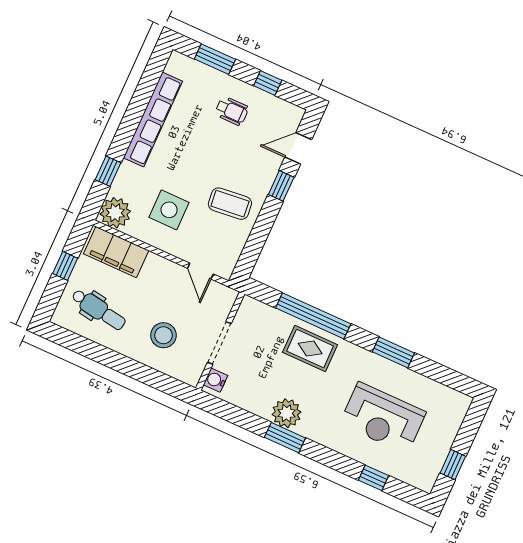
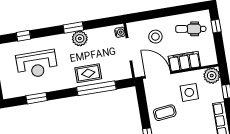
filing cabinet: (116, 252) -> (184, 61), moved
window: (65, 266) -> (216, 26), moved
door: (200, 271) -> (158, 75), width x1.87
window: (393, 352) -> (37, 98), moved
reception desk: (383, 418) -> (37, 64), turned 180

